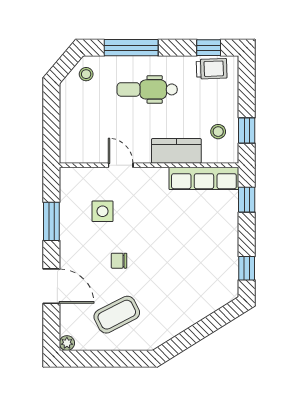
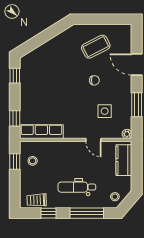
window: (209, 48) -> (49, 213), moved
dental chair: (147, 89) -> (77, 187), turned 180
kitchen counter: (176, 151) -> (124, 160), moved, turned 90
plant: (67, 343) -> (127, 134), moved

